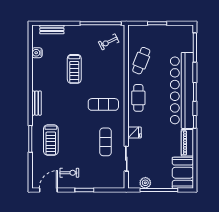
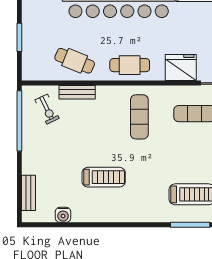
treadmill: (74, 69) -> (104, 177), moved
bench: (36, 103) -> (77, 92), moved
fridge: (134, 133) -> (181, 67), width x1.88, depth x1.34

